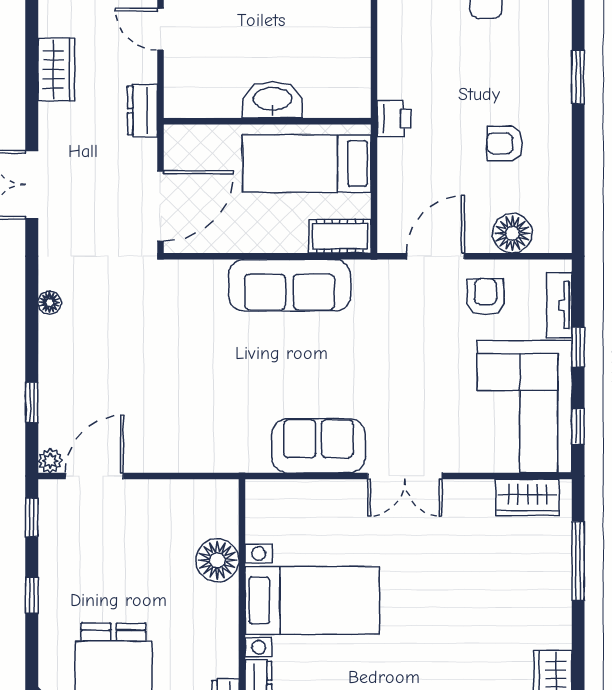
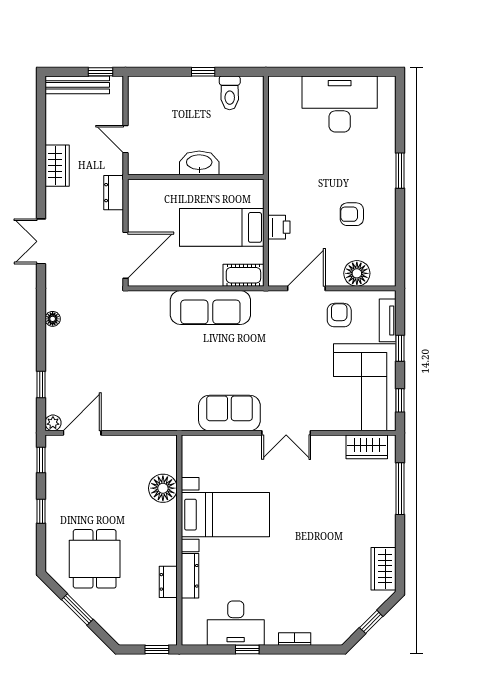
washbasin: (273, 100) -> (199, 163), moved
printer: (394, 119) -> (279, 227), moved
wall: (267, 121) -> (196, 177), moved

